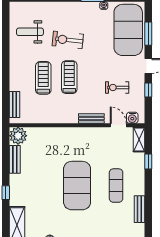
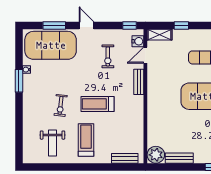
exercise bike: (68, 40) -> (61, 105), width x0.73, depth x0.72
treadmill: (43, 78) -> (86, 140), moved, turned 90
window: (148, 90) -> (129, 25), moved

